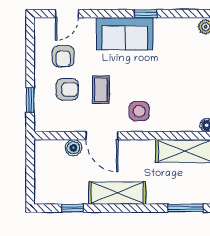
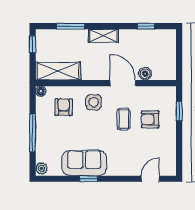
sofa: (125, 34) -> (84, 163), moved
armchair: (63, 56) -> (64, 107), moved
shelving: (117, 193) -> (103, 36), width x0.67, depth x0.75
window: (186, 208) -> (71, 26), moved

